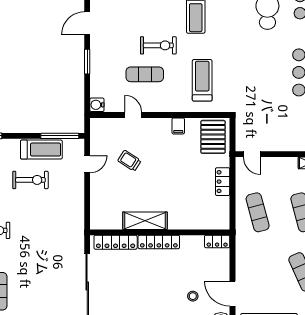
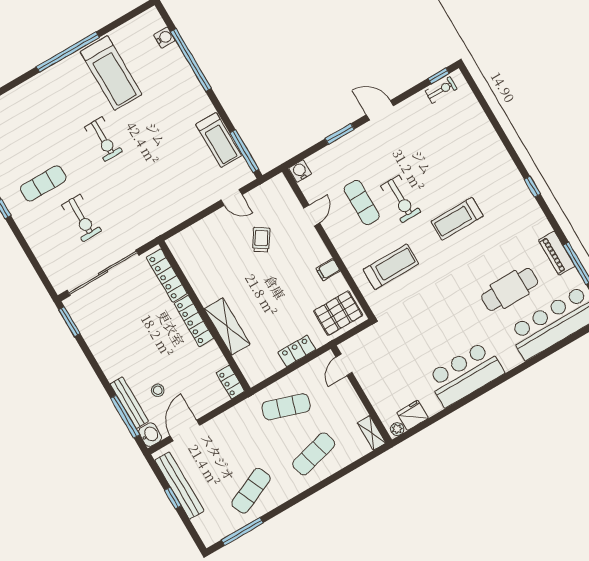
exercise bike: (30, 180) -> (82, 218), moved
exercise mat: (258, 212) -> (286, 407), turned 33
shelving: (145, 221) -> (227, 326), moved

